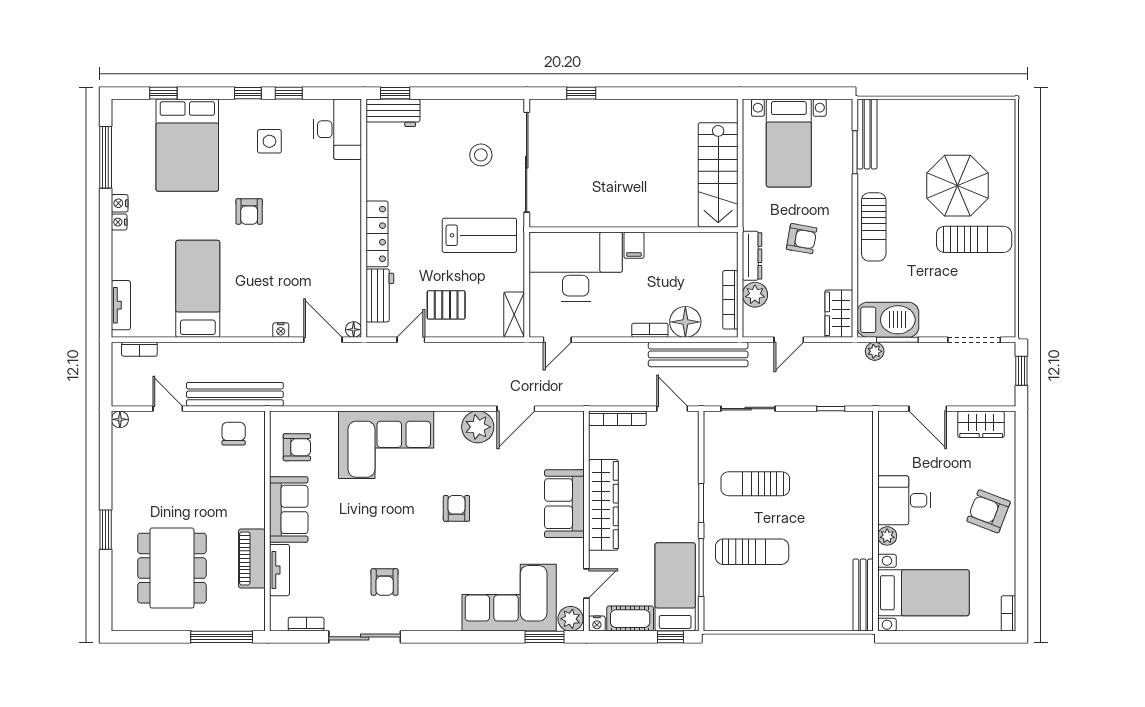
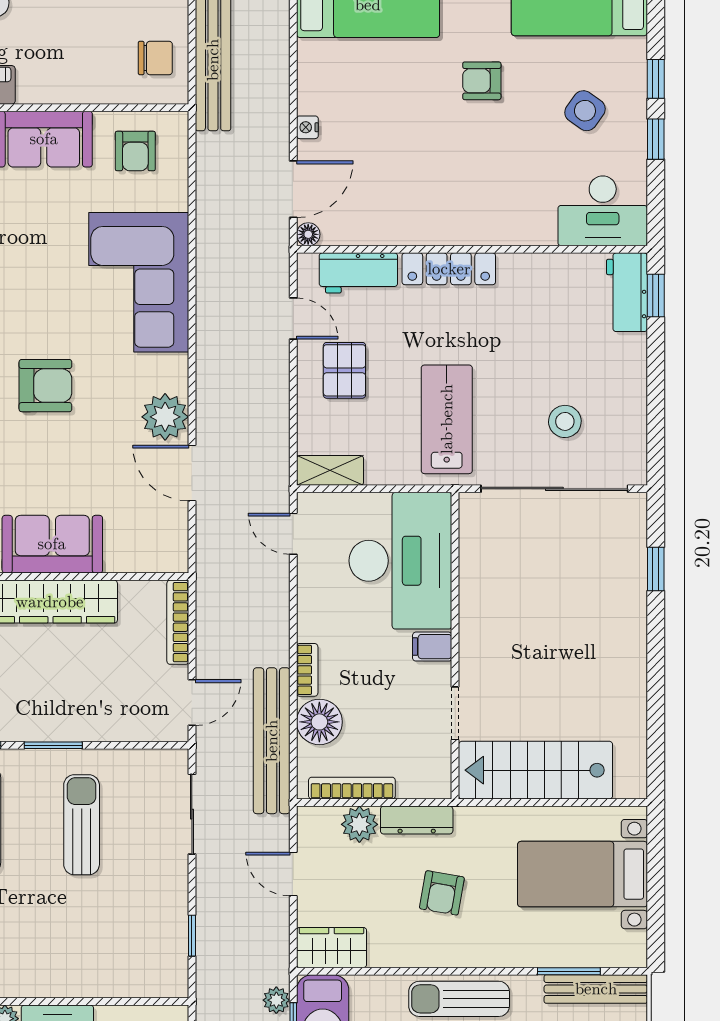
side table: (269, 141) -> (585, 111), turned 35
doorway: (679, 230) -> (455, 713), added
lab bench: (479, 235) -> (447, 419), turned 180
armchair: (456, 508) -> (45, 386), width x1.38, depth x1.38

